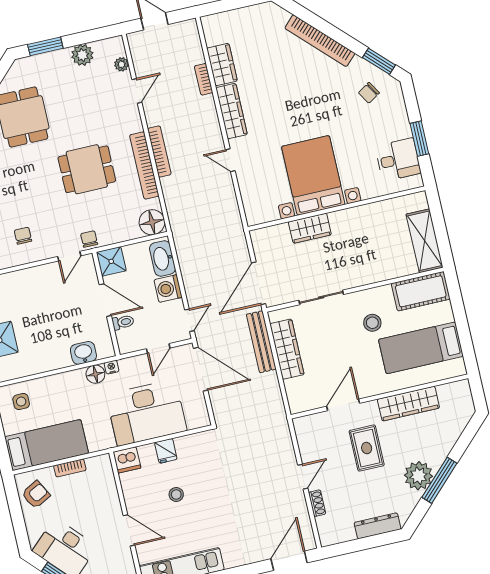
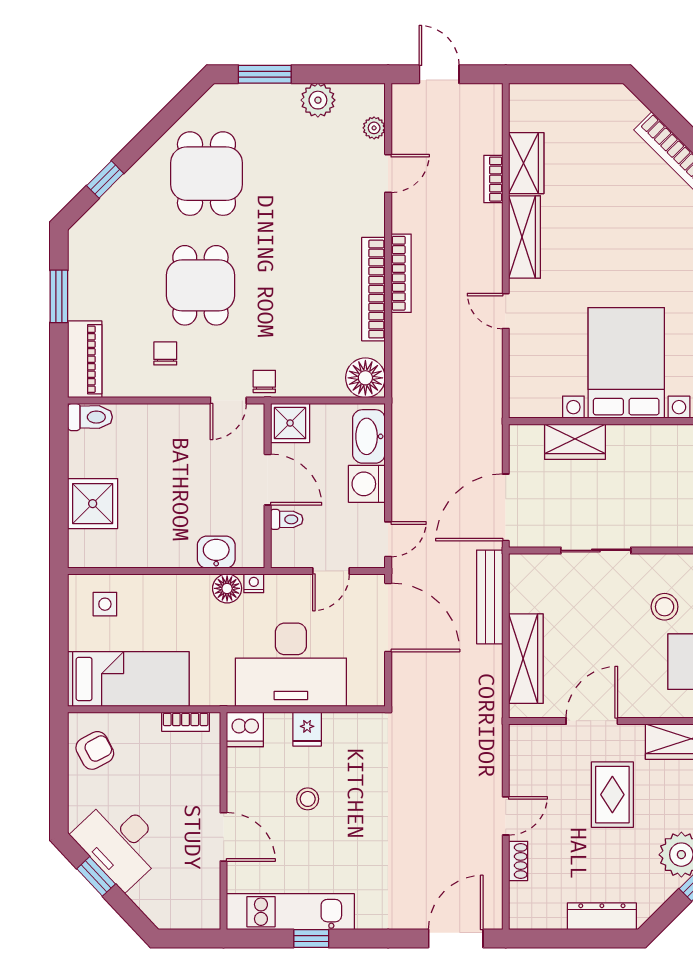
dining table: (87, 169) -> (200, 285), moved, turned 90
wardrobe: (310, 228) -> (575, 442), moved
wardrobe: (287, 349) -> (526, 659), moved
bookcase: (70, 468) -> (186, 722), moved

